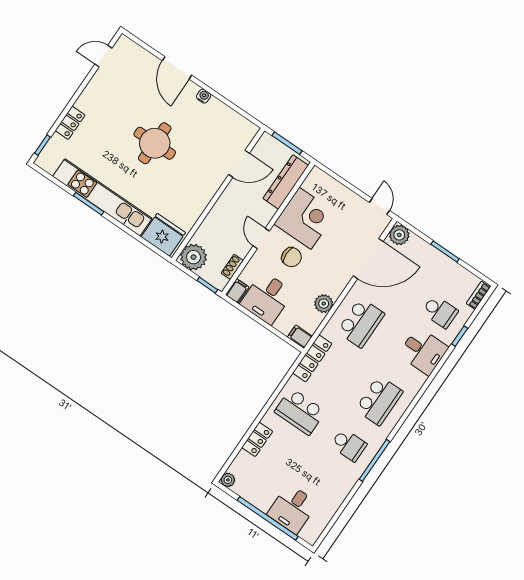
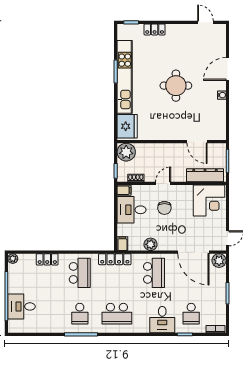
corner desk: (305, 218) -> (209, 200), moved
school desk: (361, 323) -> (154, 273), turned -90
school desk: (300, 412) -> (80, 273), turned 180

